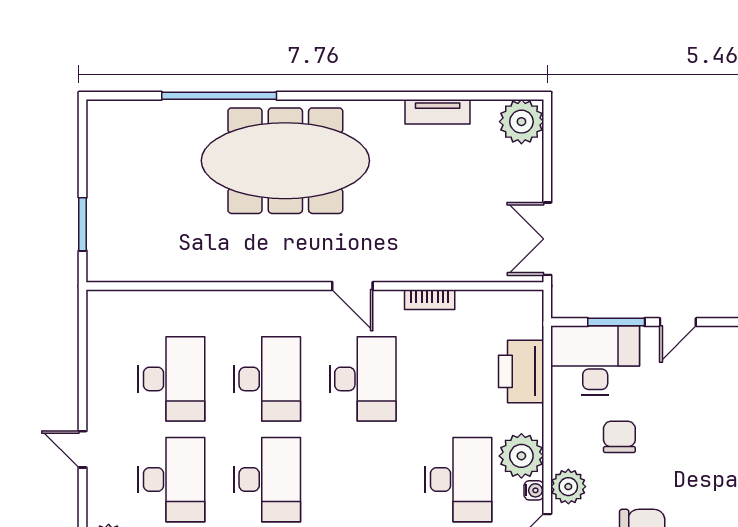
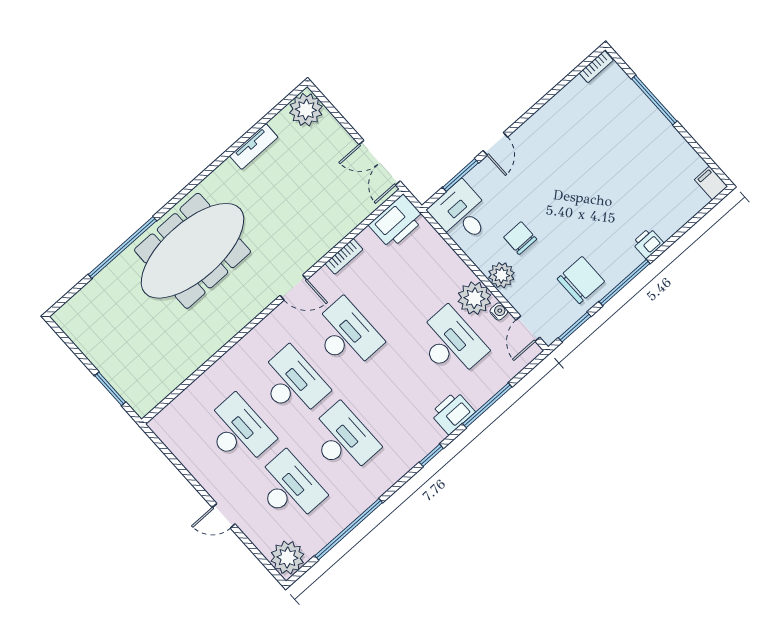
desk: (595, 360) -> (461, 213), width x0.73
printer: (521, 371) -> (397, 222), moved, turned -90
plant: (568, 487) -> (501, 275), moved

